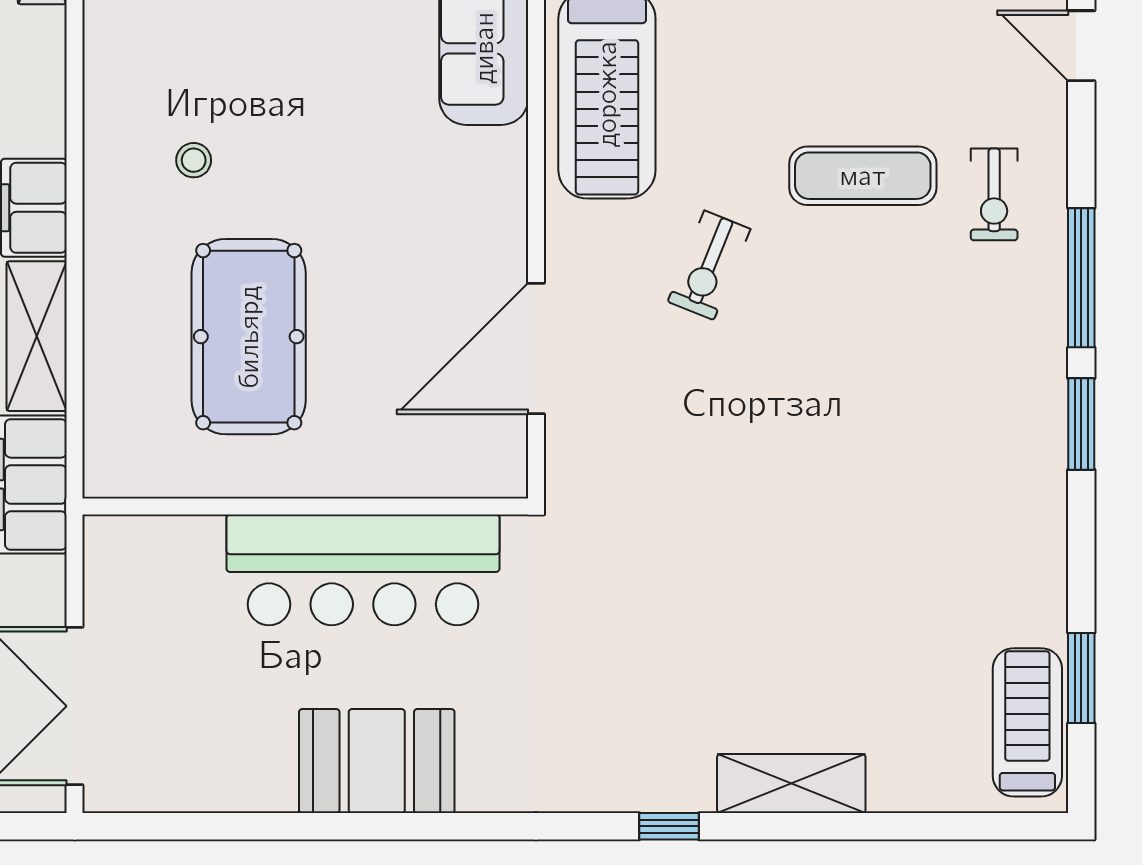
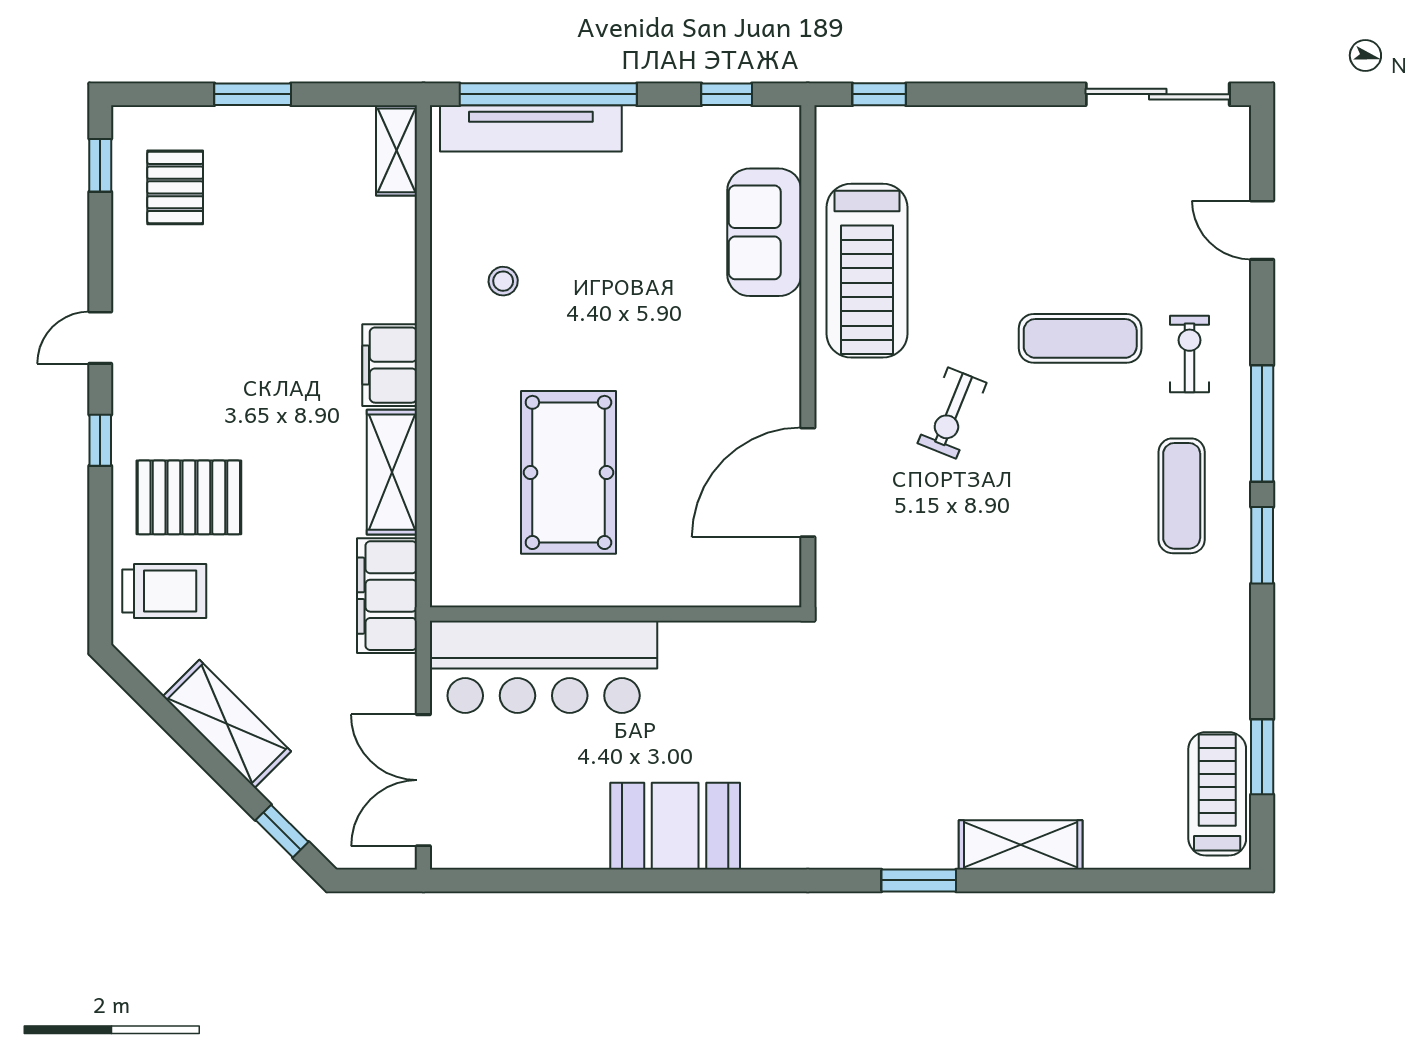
stool: (194, 160) -> (503, 281), moved
exercise bike: (994, 194) -> (1190, 354), turned 180
exercise mat: (985, 365) -> (1182, 496), added
bar counter: (363, 570) -> (544, 667), moved
window: (669, 826) -> (919, 880), width x1.50

